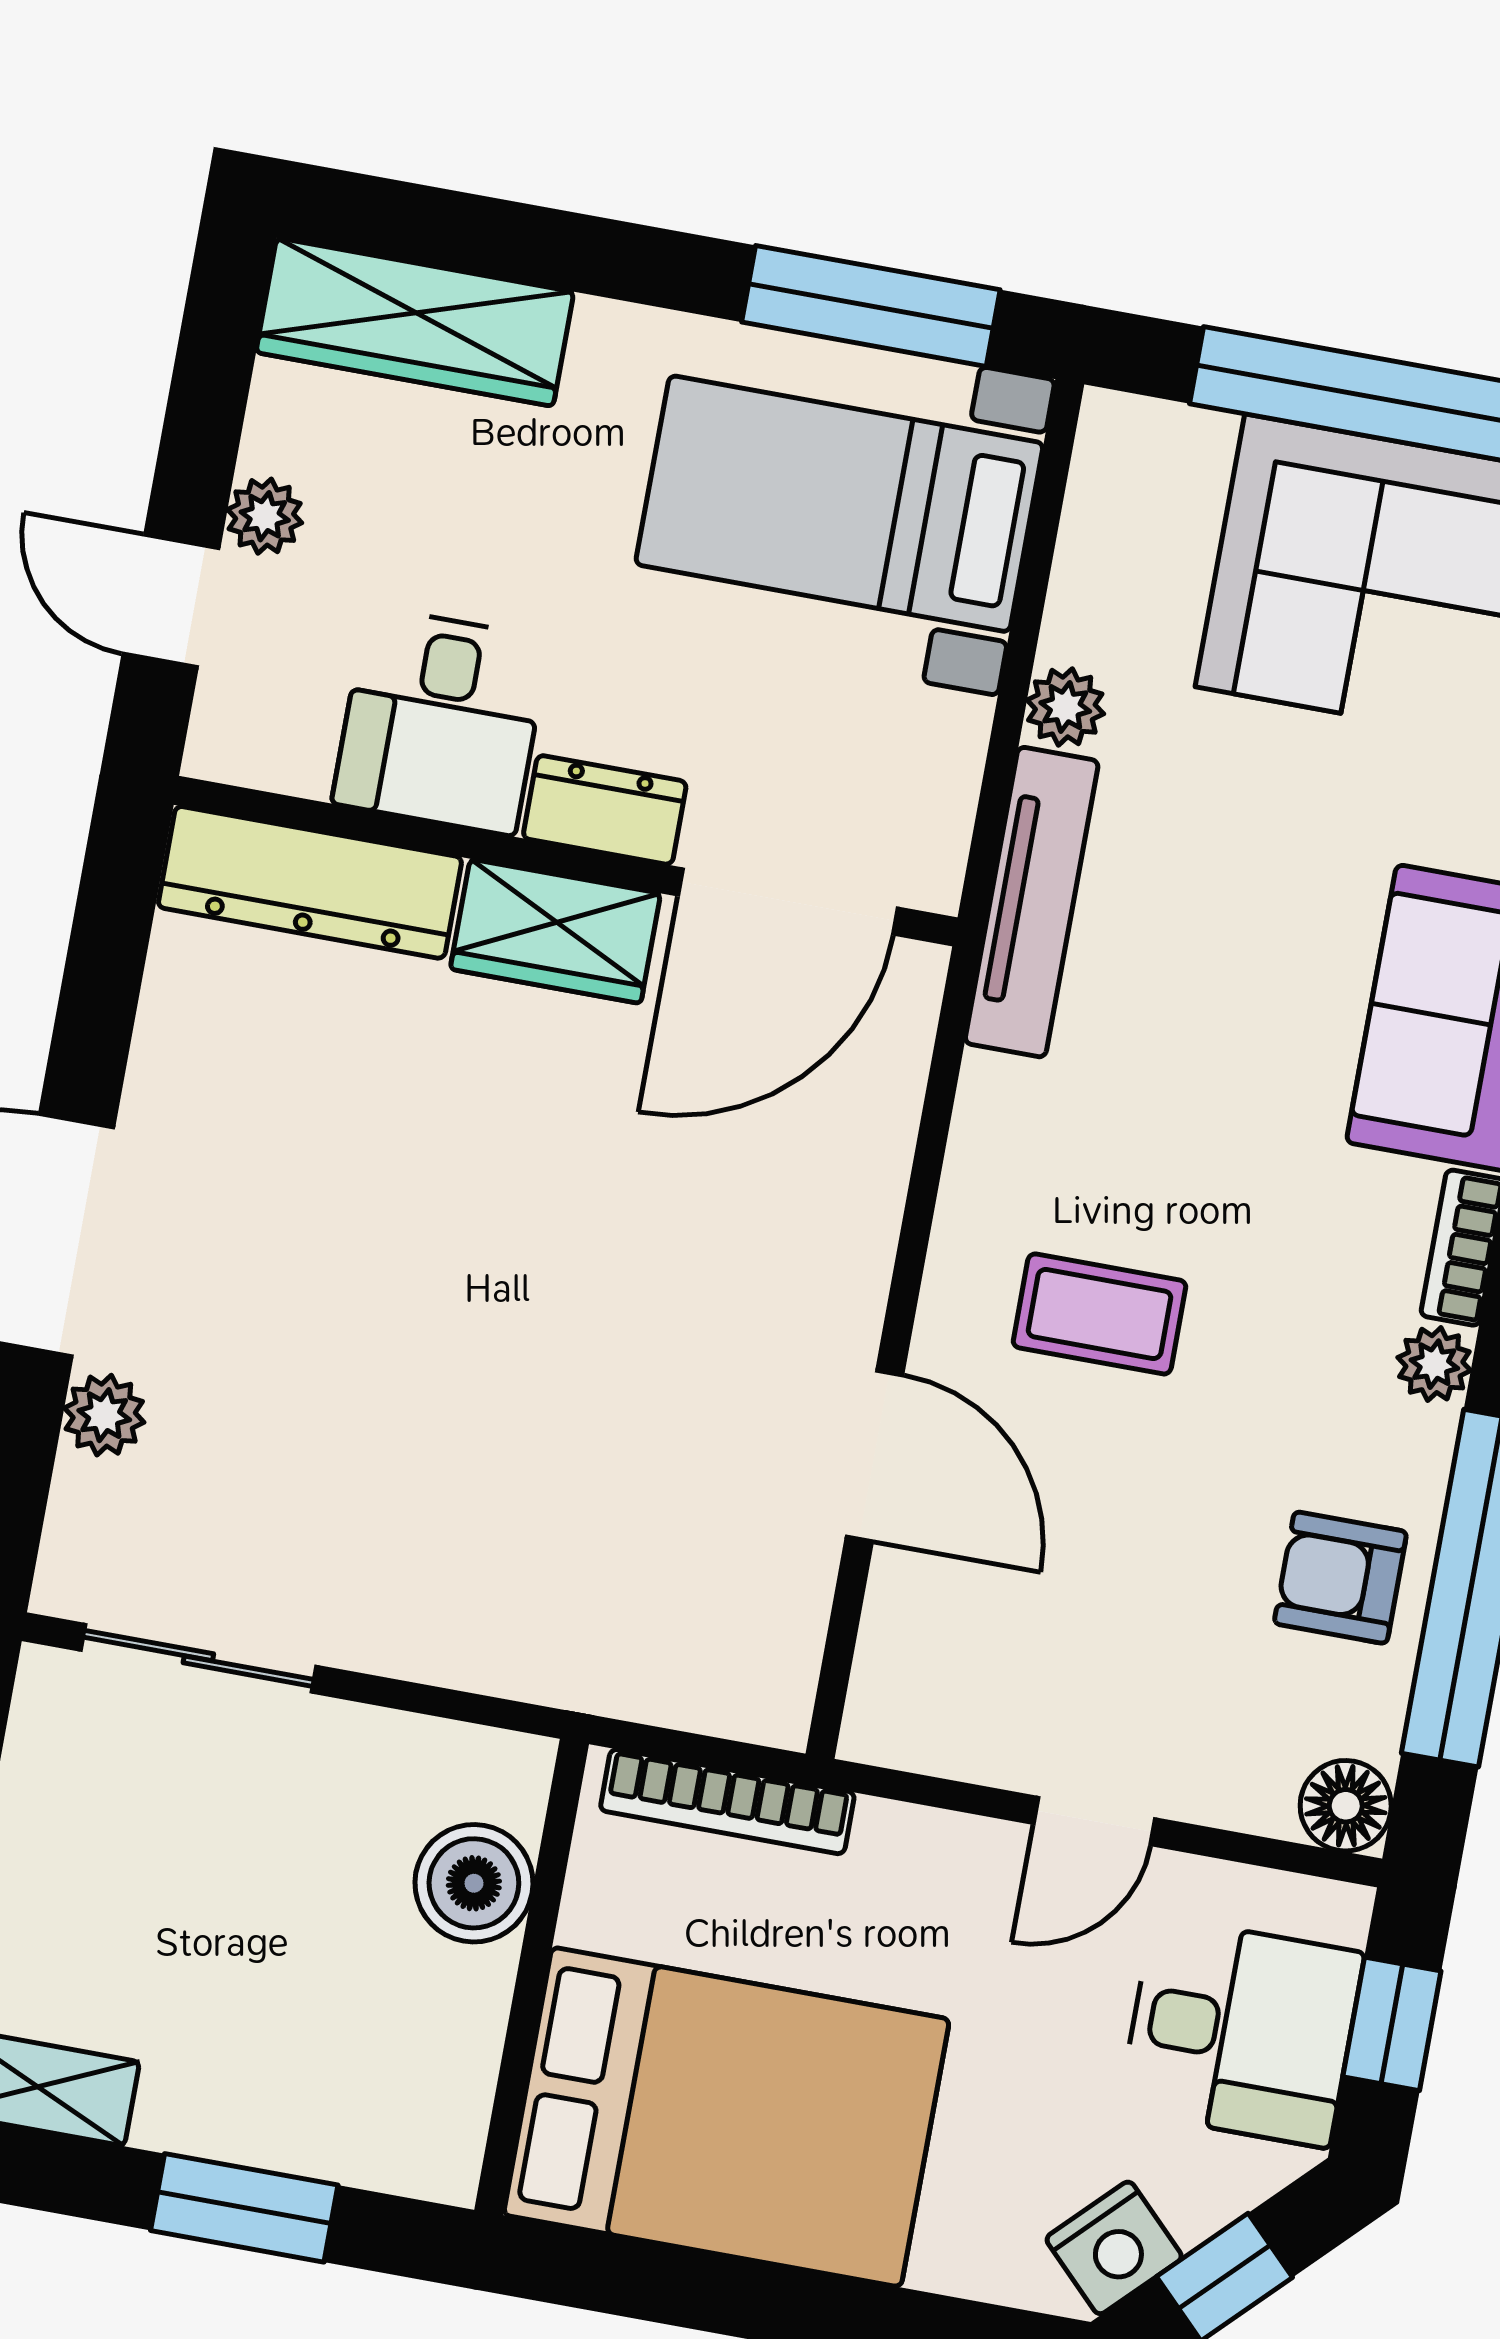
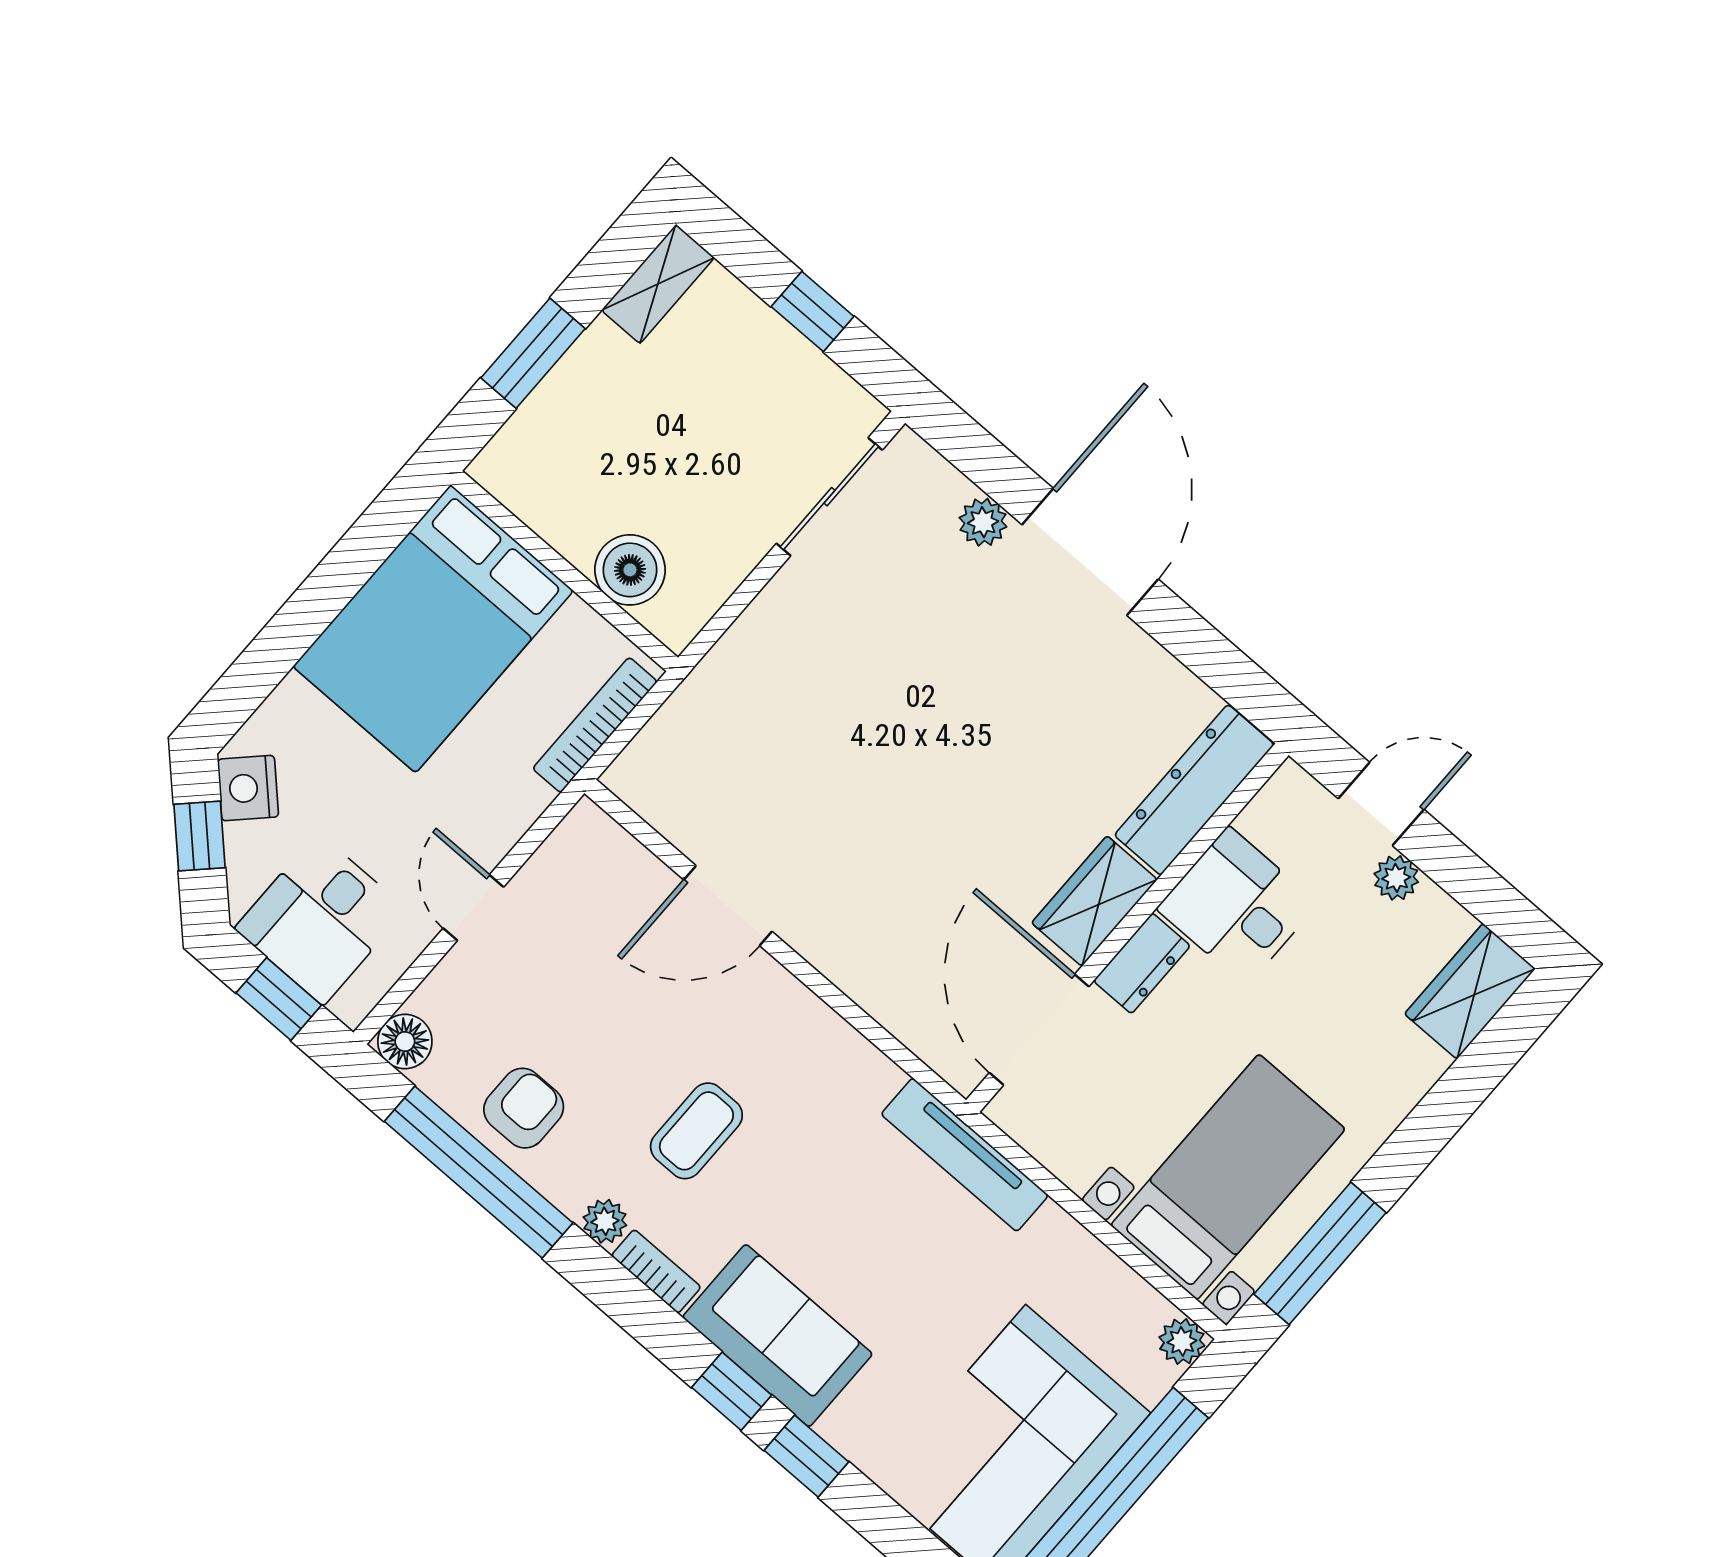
wardrobe: (415, 322) -> (1470, 991), width x0.67
plant: (1065, 707) -> (1182, 1341), moved
coffee table: (1100, 1314) -> (696, 1131), moved

